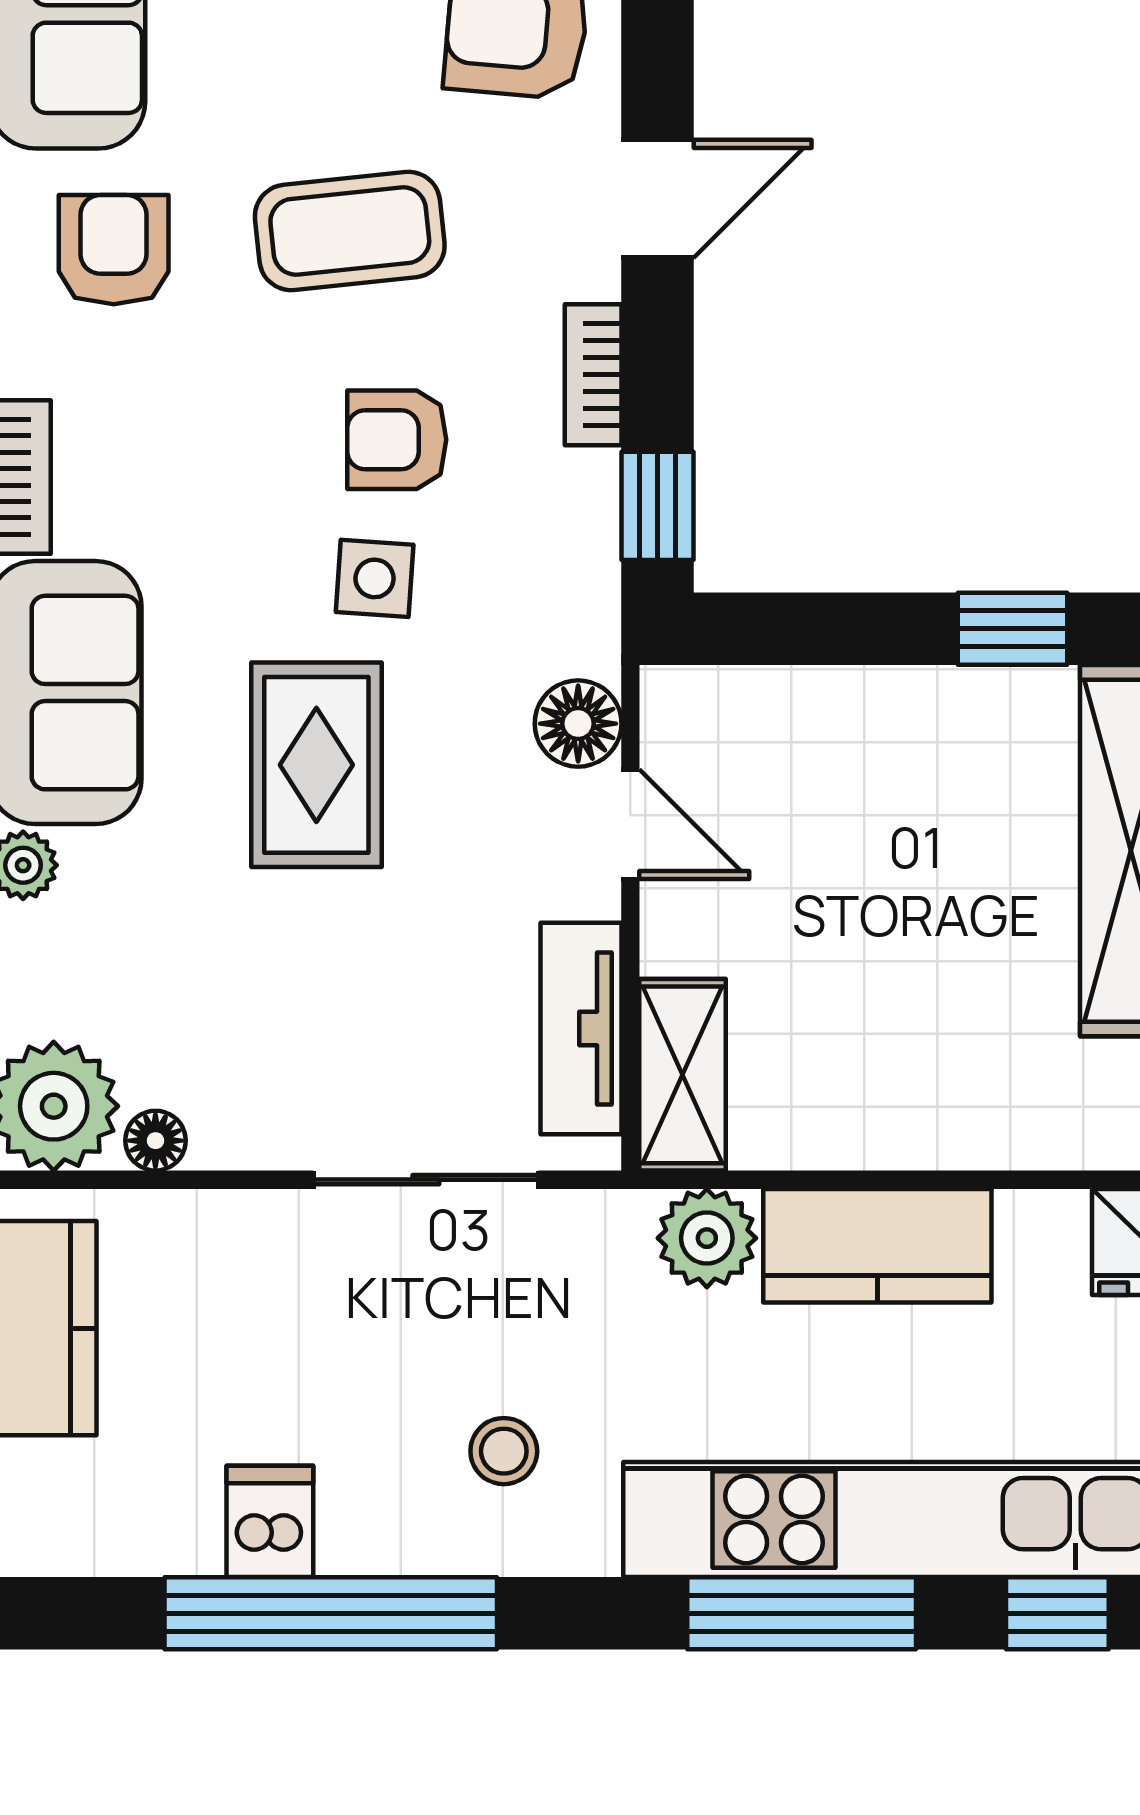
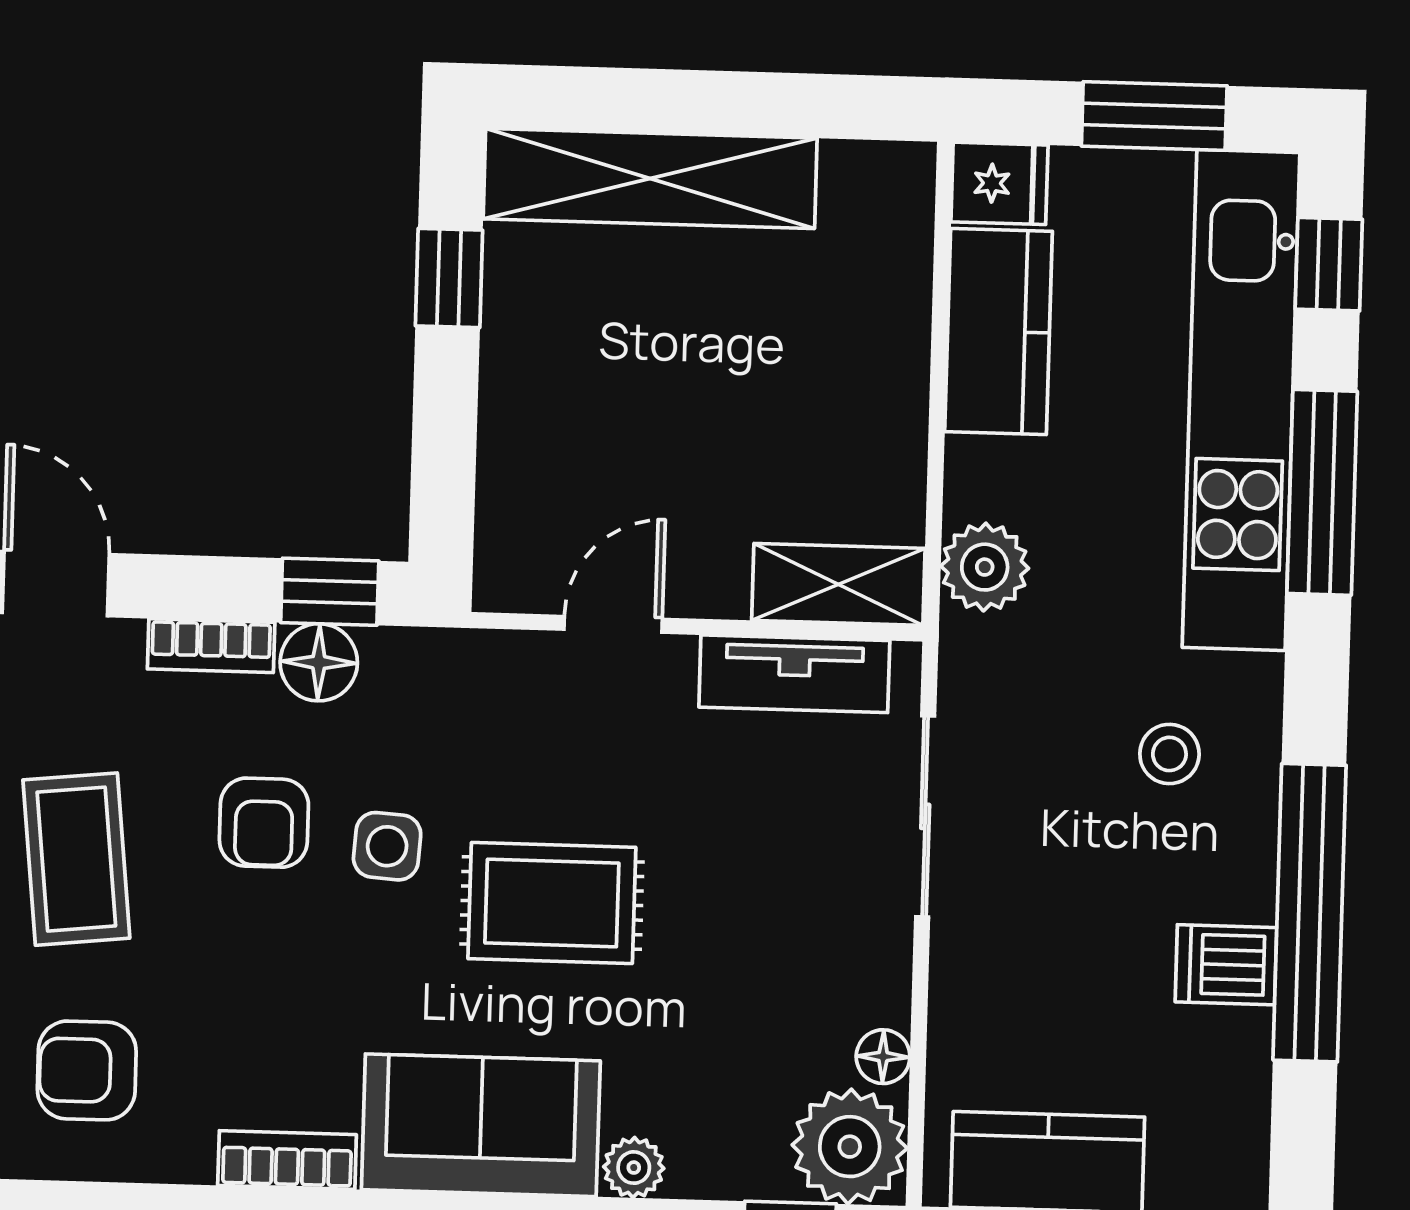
floor lamp: (578, 724) -> (319, 662), moved
kitchen counter: (877, 1246) -> (999, 331), moved

